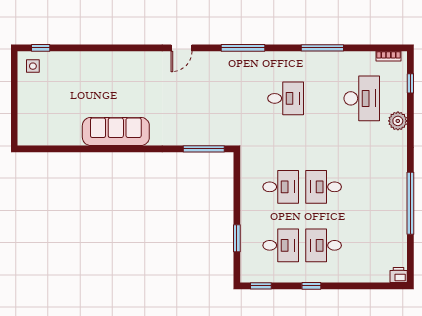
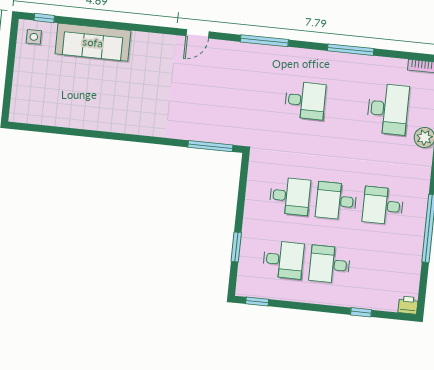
sofa: (116, 131) -> (93, 42), moved, turned 180
desk: (366, 187) -> (383, 206), added
window: (311, 286) -> (361, 312), moved

